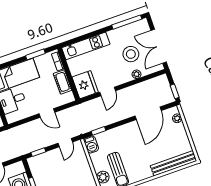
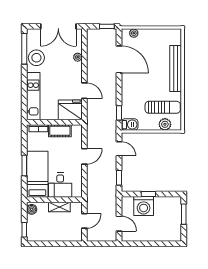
window: (35, 54) -> (24, 166), moved
stool: (131, 54) -> (36, 58), moved
bench: (174, 163) -> (176, 69), moved

